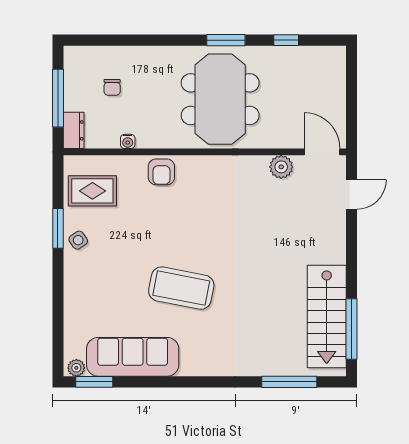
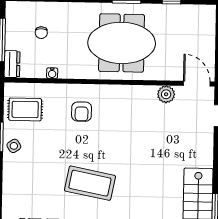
meeting table: (220, 99) -> (122, 43), turned 90
armchair: (161, 172) -> (82, 112), moved

